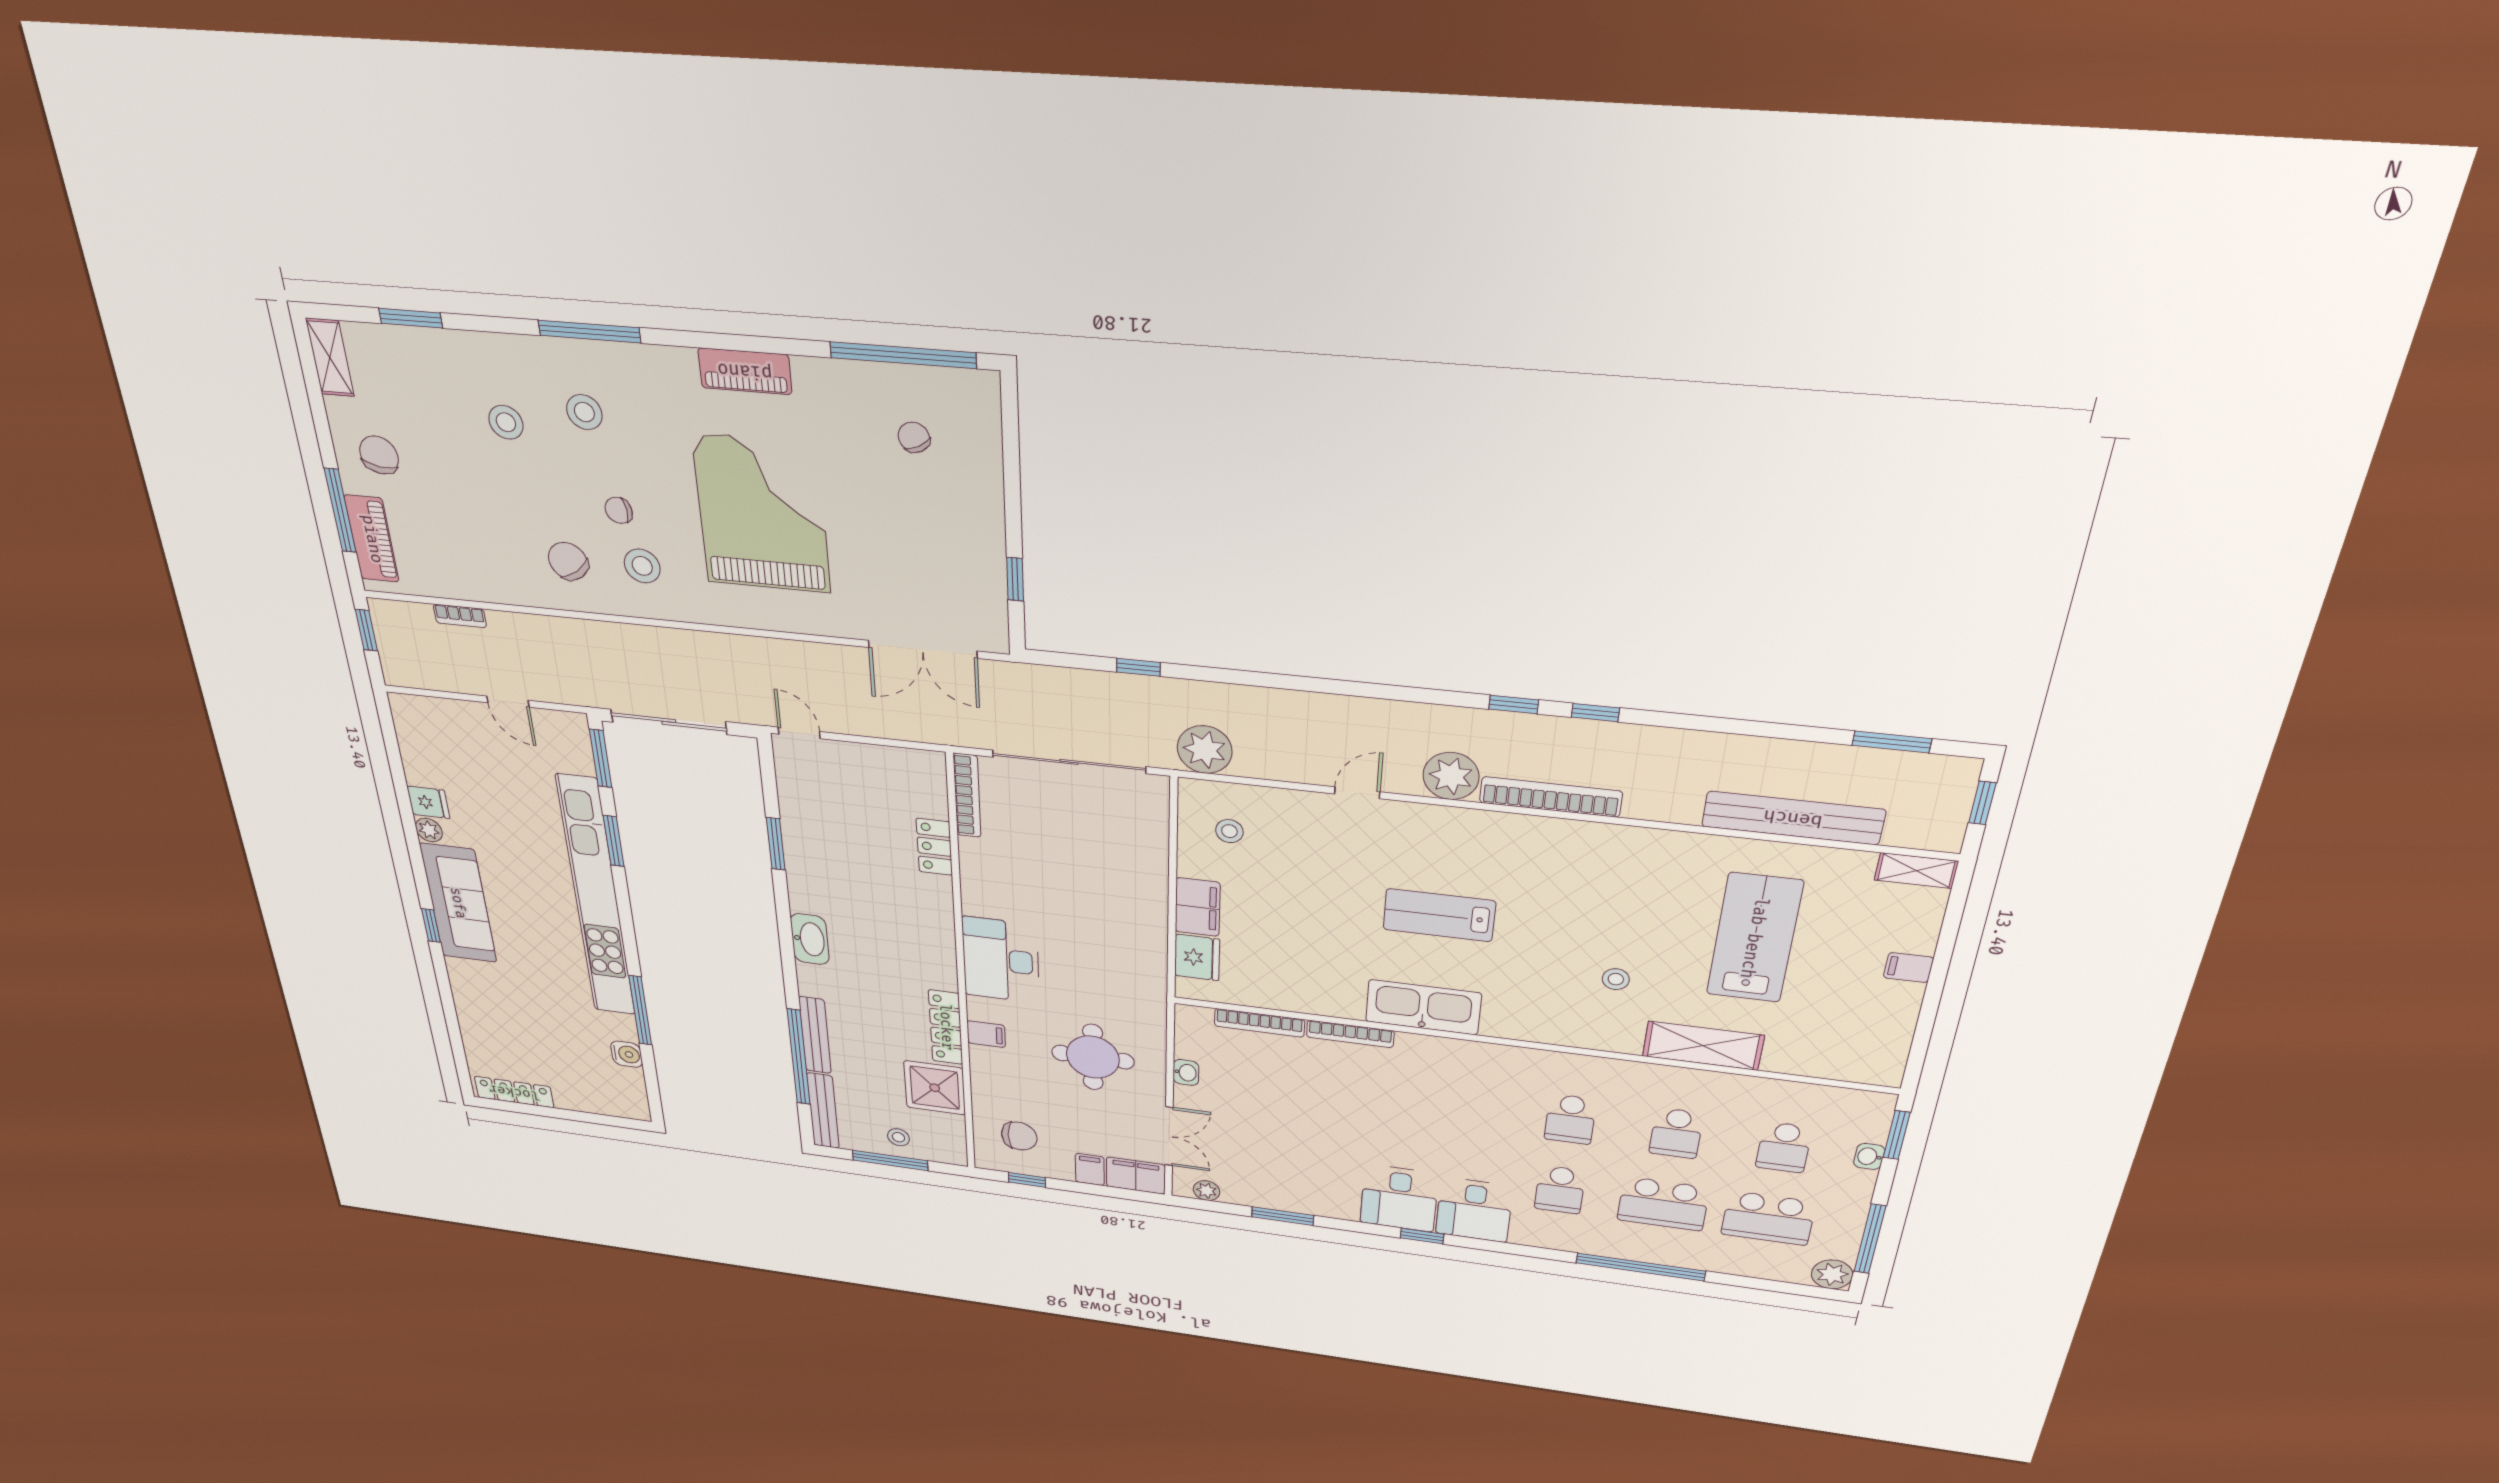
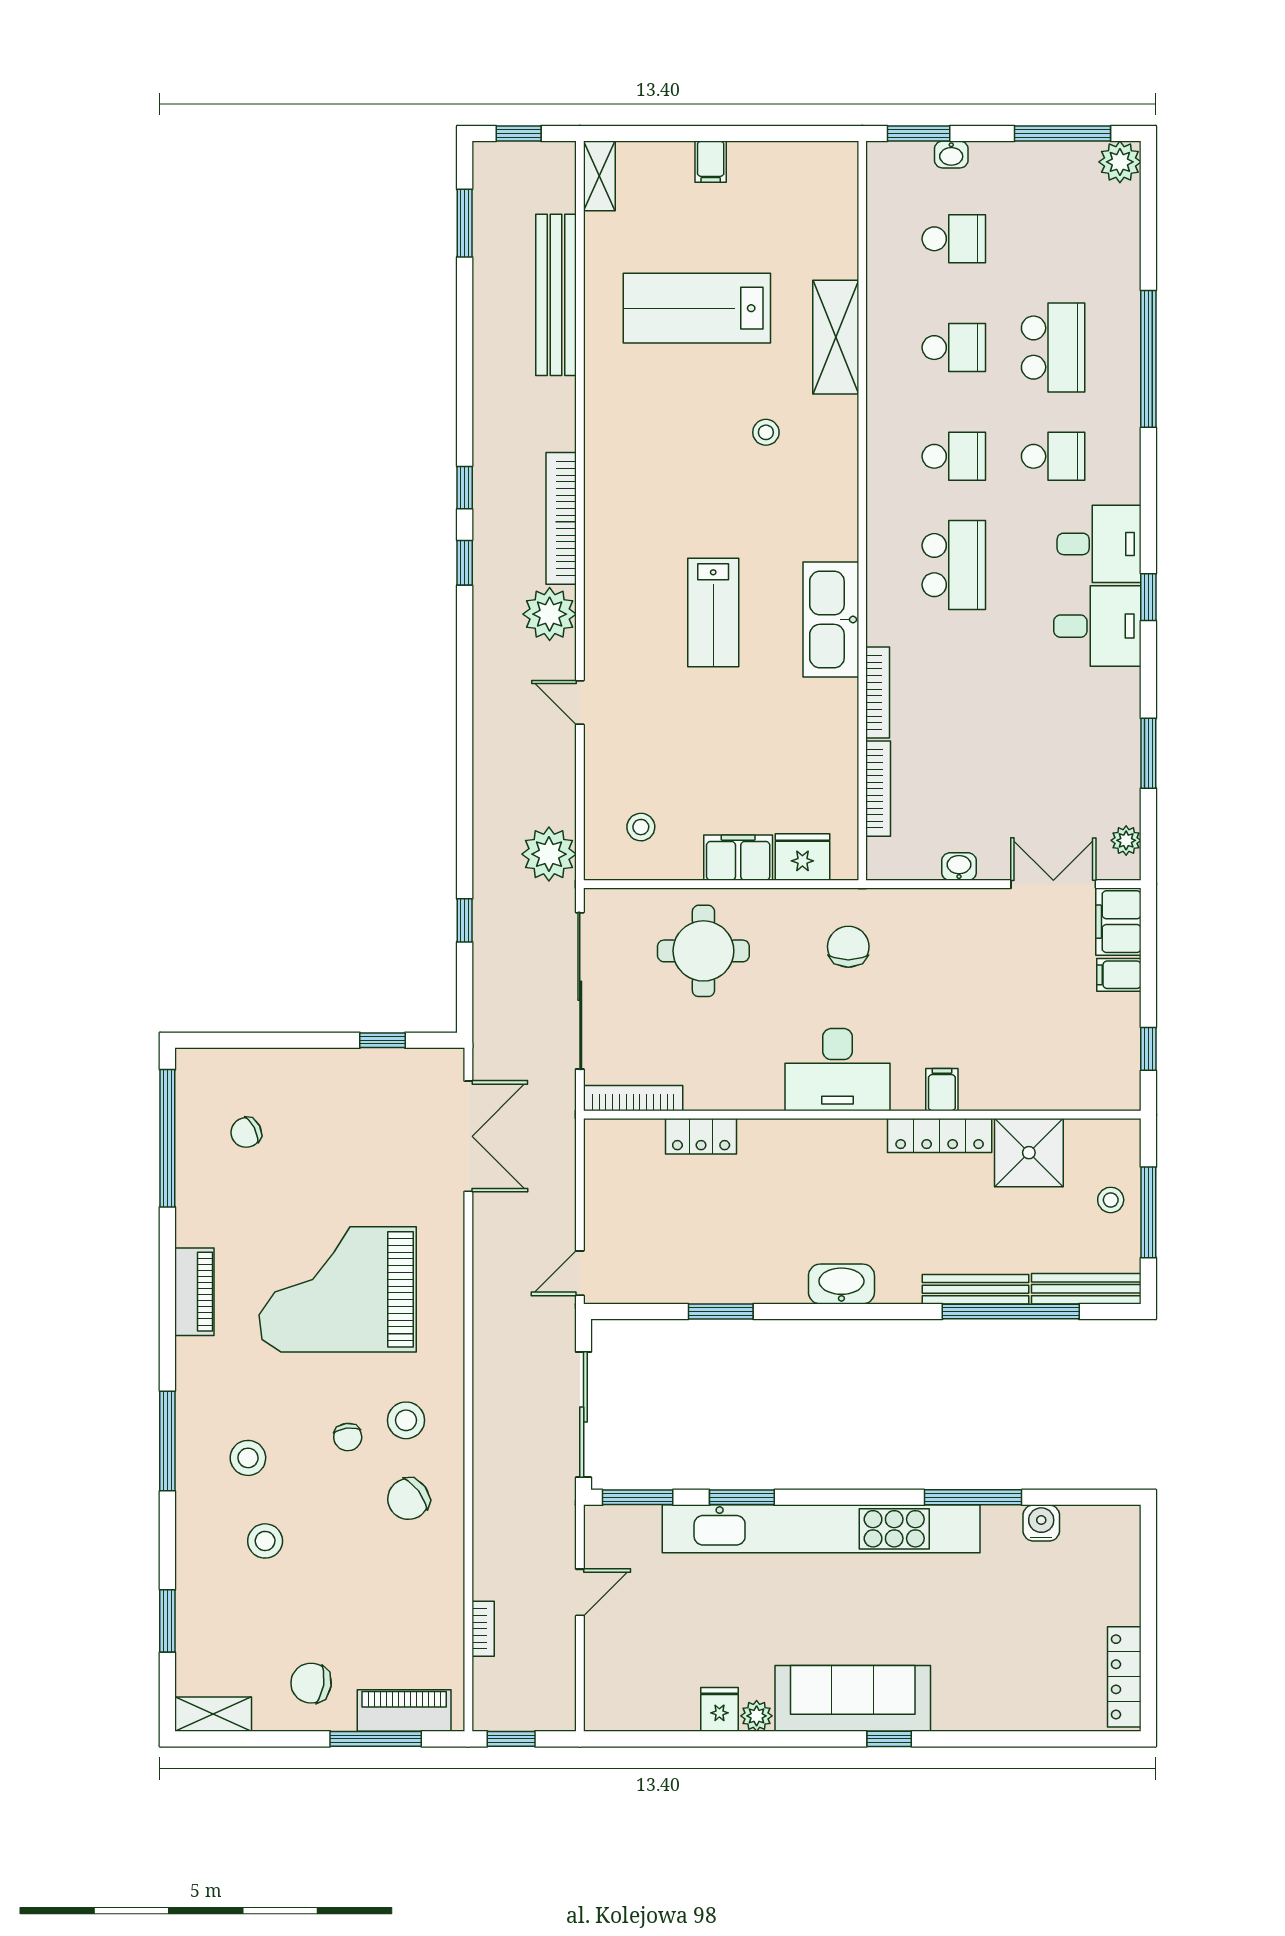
round table: (1093, 1057) -> (703, 951), moved
chair: (1019, 1136) -> (848, 947), moved
school desk: (1768, 1218) -> (954, 565), moved

